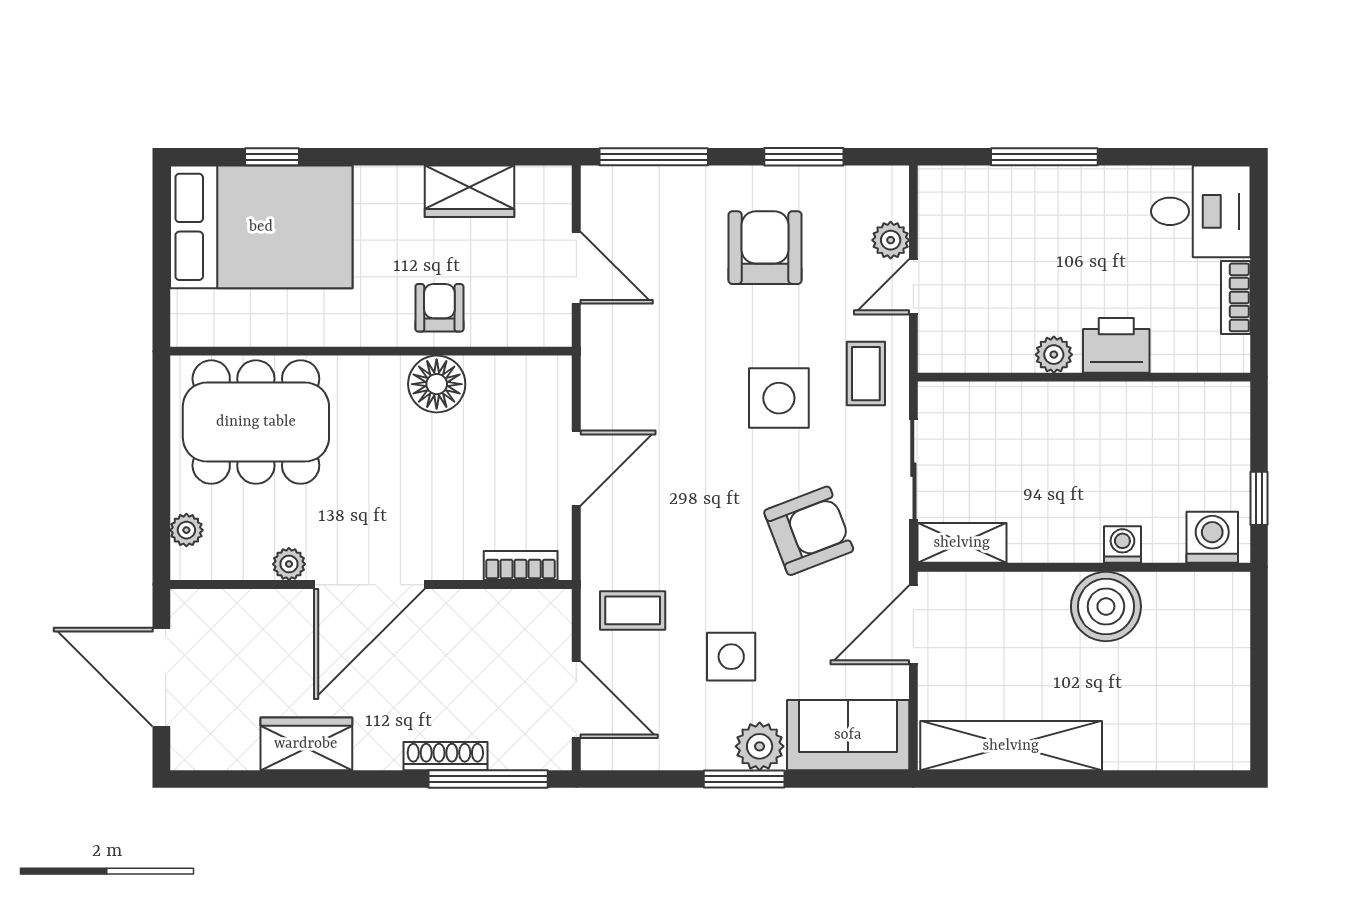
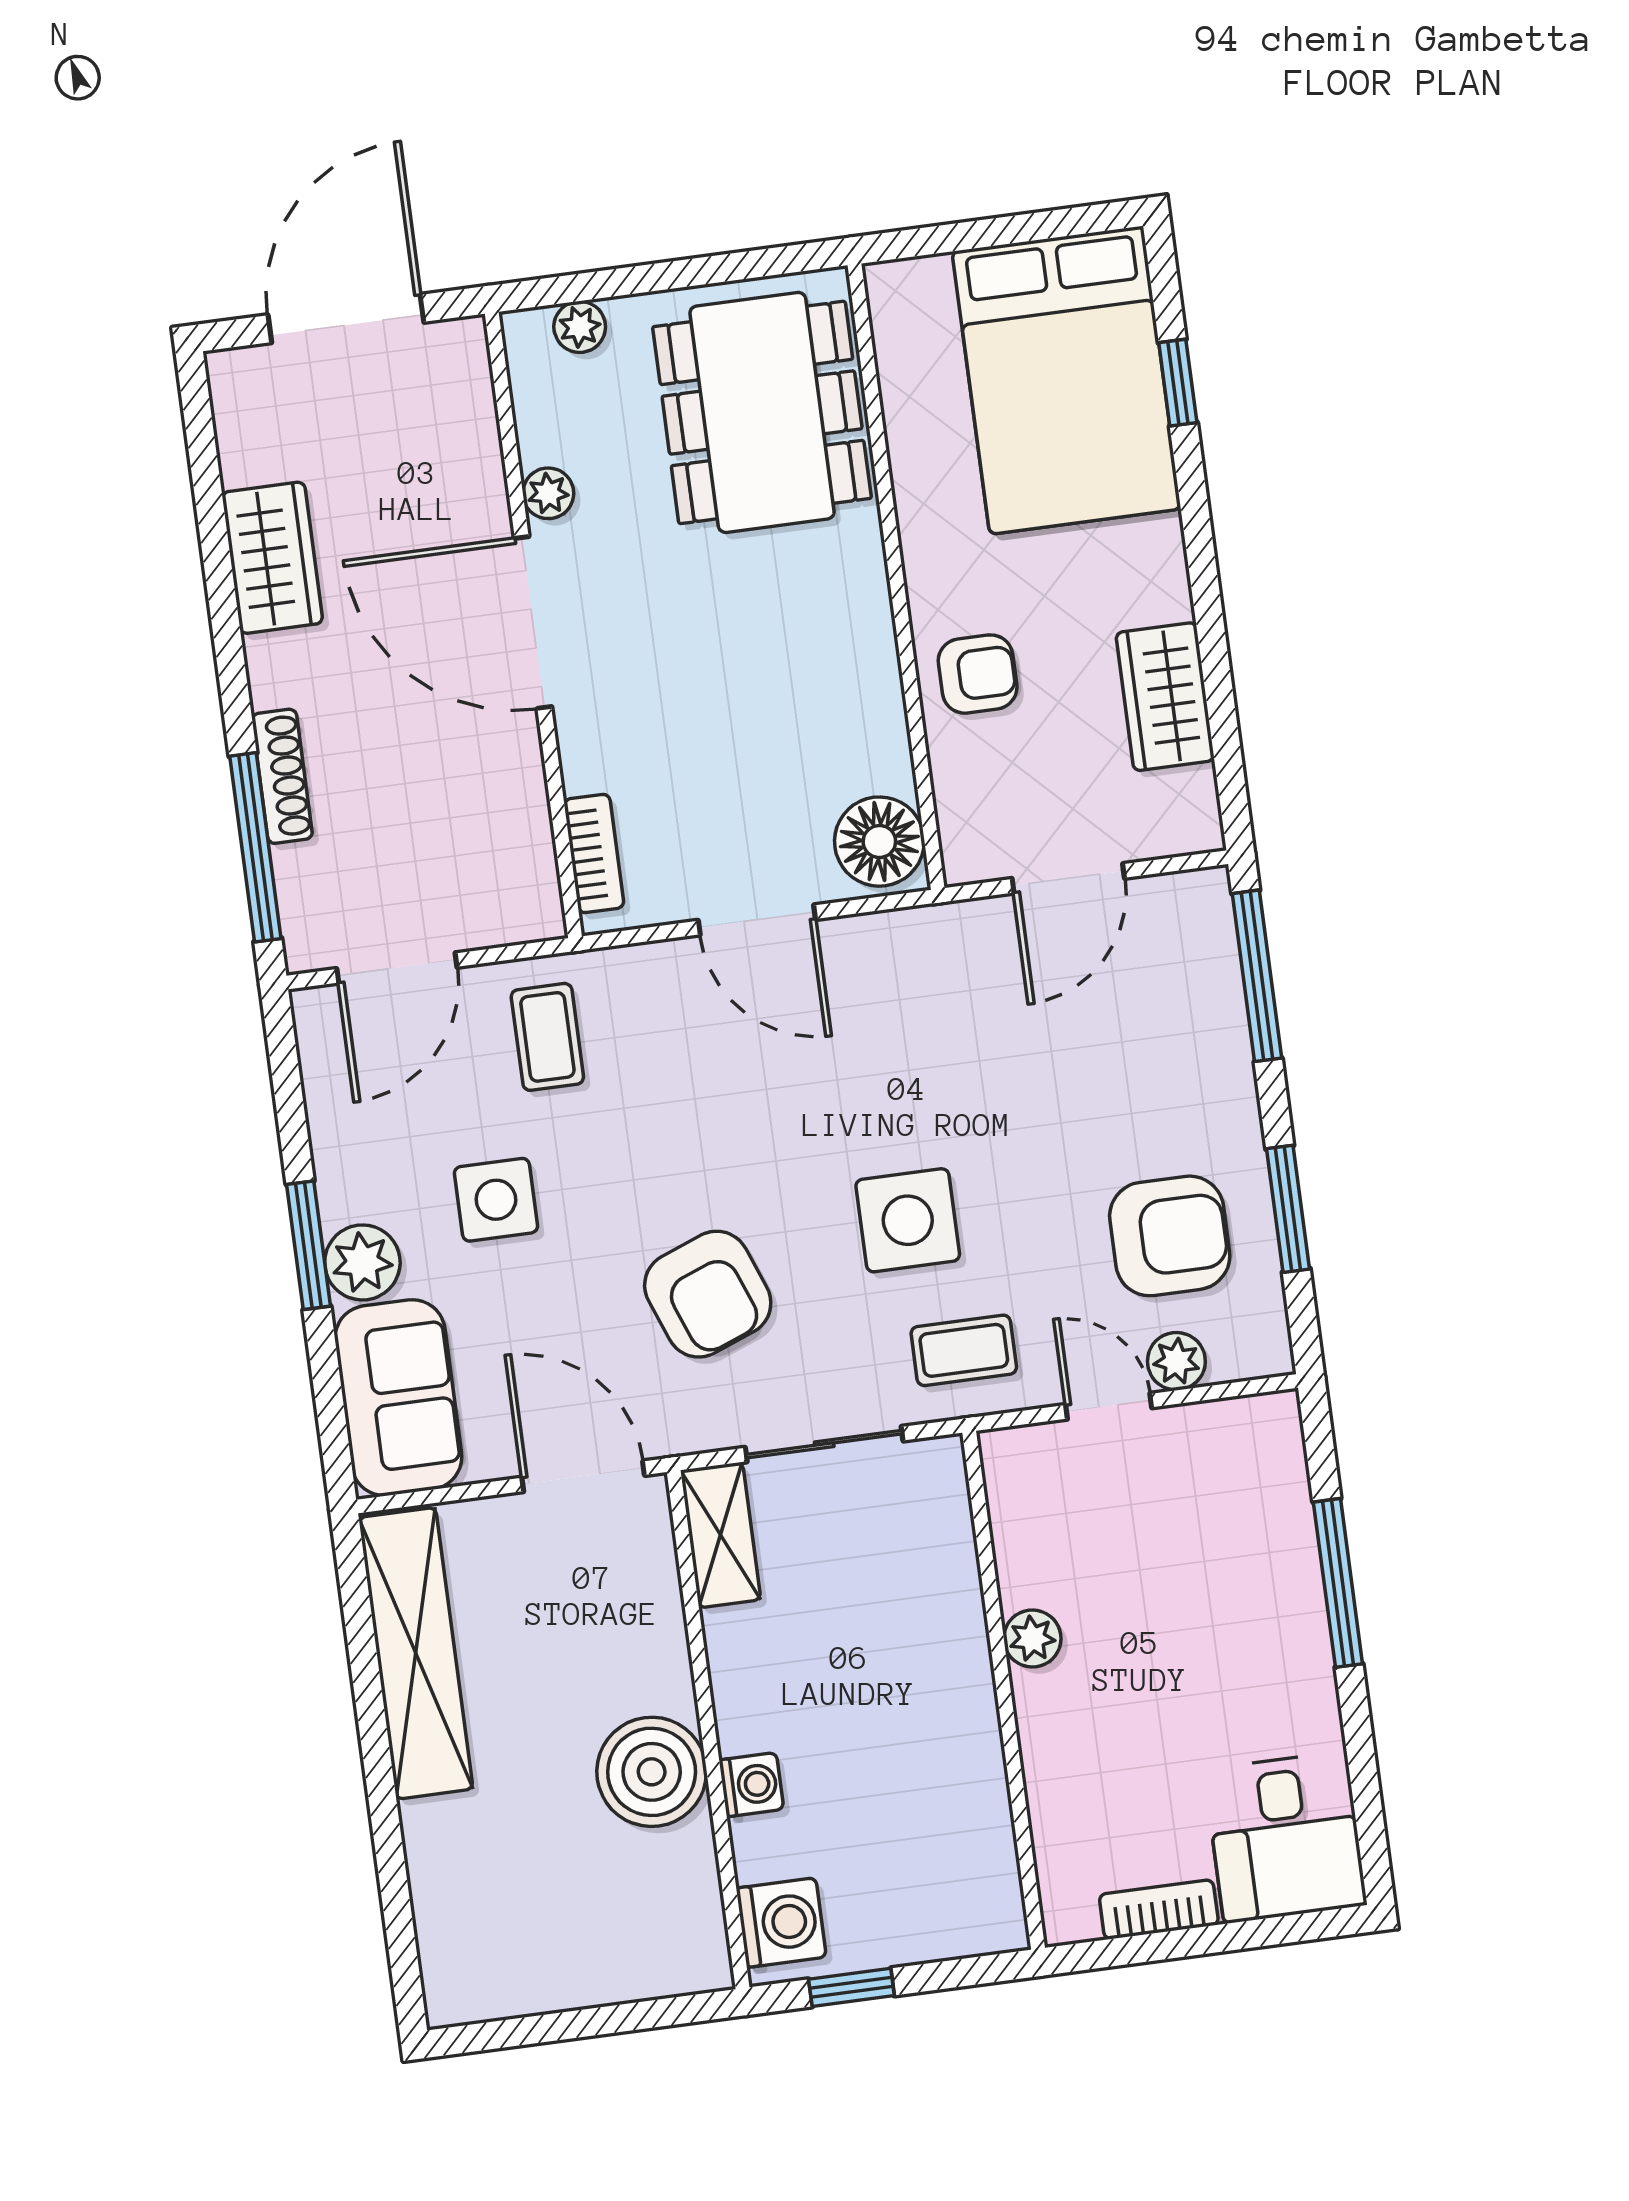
armchair: (765, 248) -> (1170, 1236), moved
printer: (1116, 345) -> (1060, 1734), removed
floor lamp: (437, 384) -> (879, 842), moved

